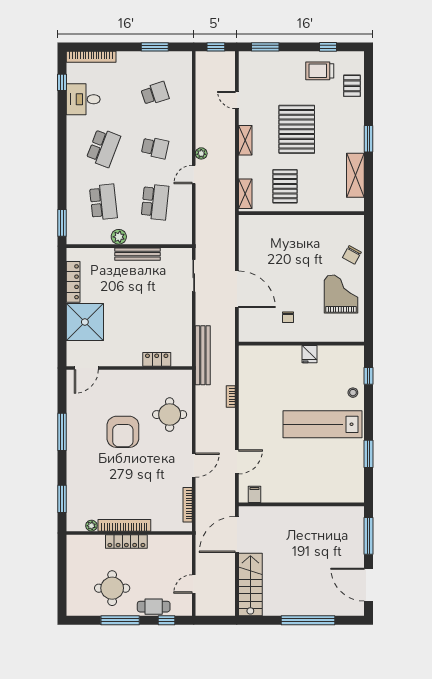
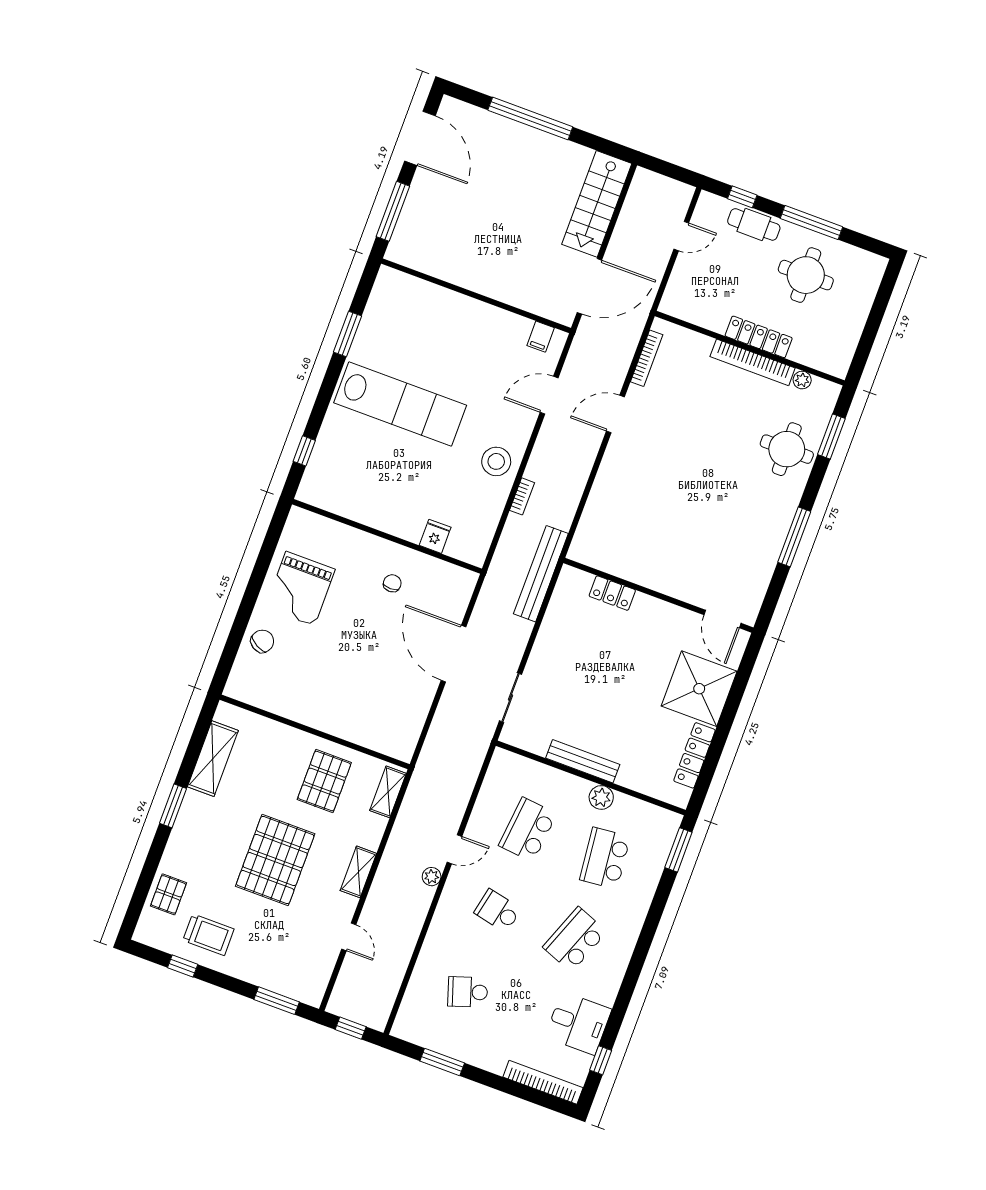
fridge: (309, 354) -> (435, 536), moved
door: (86, 368) -> (722, 619), swing flipped
stool: (353, 393) -> (496, 461), moved, width x1.89, depth x1.89
round table: (170, 415) -> (787, 449), moved
armchair: (123, 432) -> (703, 503), removed

